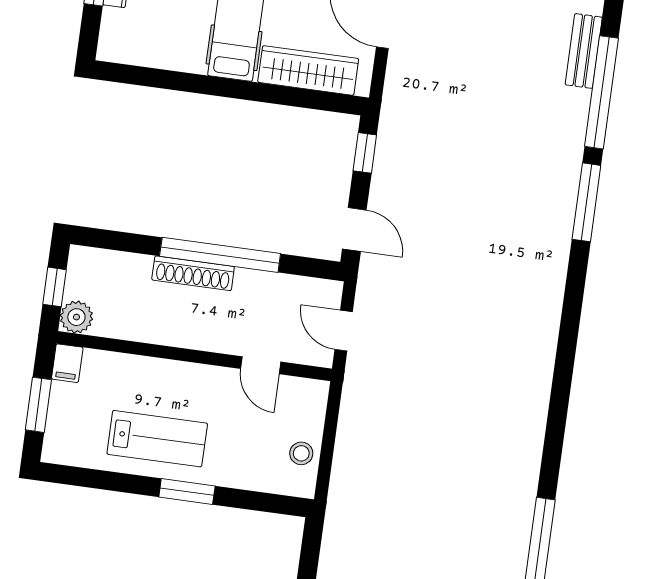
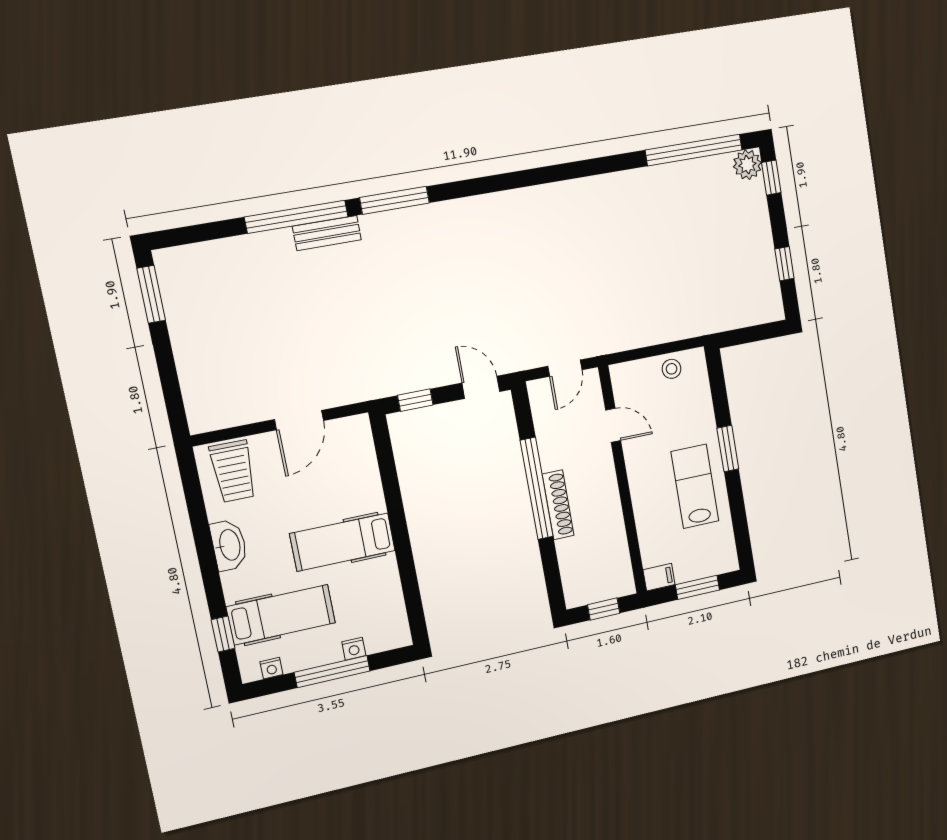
bench: (584, 51) -> (327, 233), moved
wardrobe: (308, 70) -> (363, 470), removed
door: (354, 229) -> (481, 387), hinge flipped
plant: (76, 317) -> (621, 583), removed
door: (261, 365) -> (613, 425), hinge flipped

